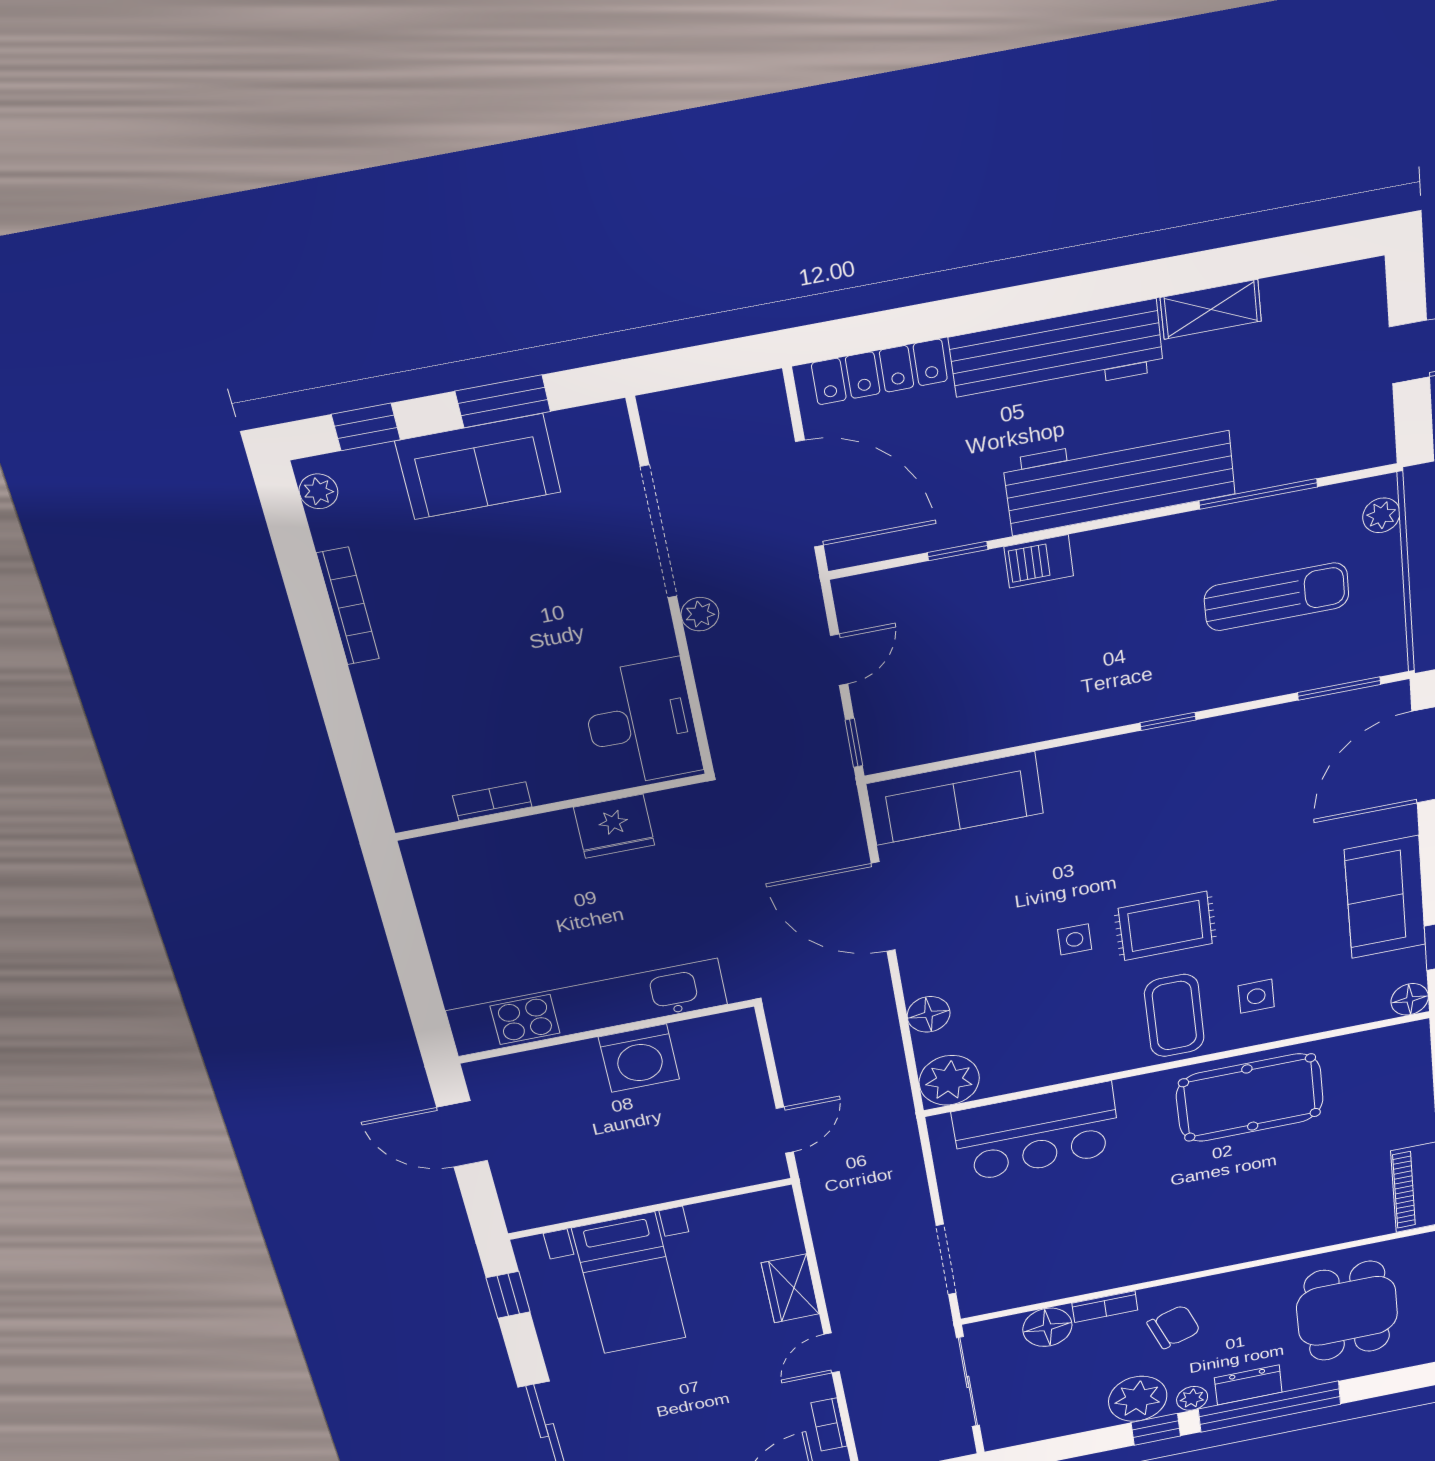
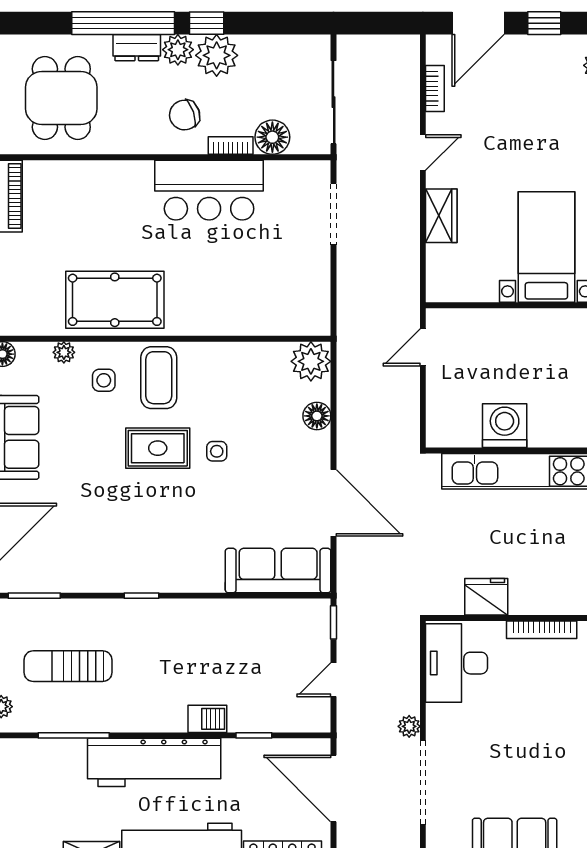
bookcase: (492, 801) -> (542, 630), width x1.56
plant: (1319, 1019) -> (64, 352), added
bar counter: (1036, 1132) -> (209, 190), moved, turned 180
plant: (1192, 1398) -> (178, 50), width x1.38, depth x1.38

